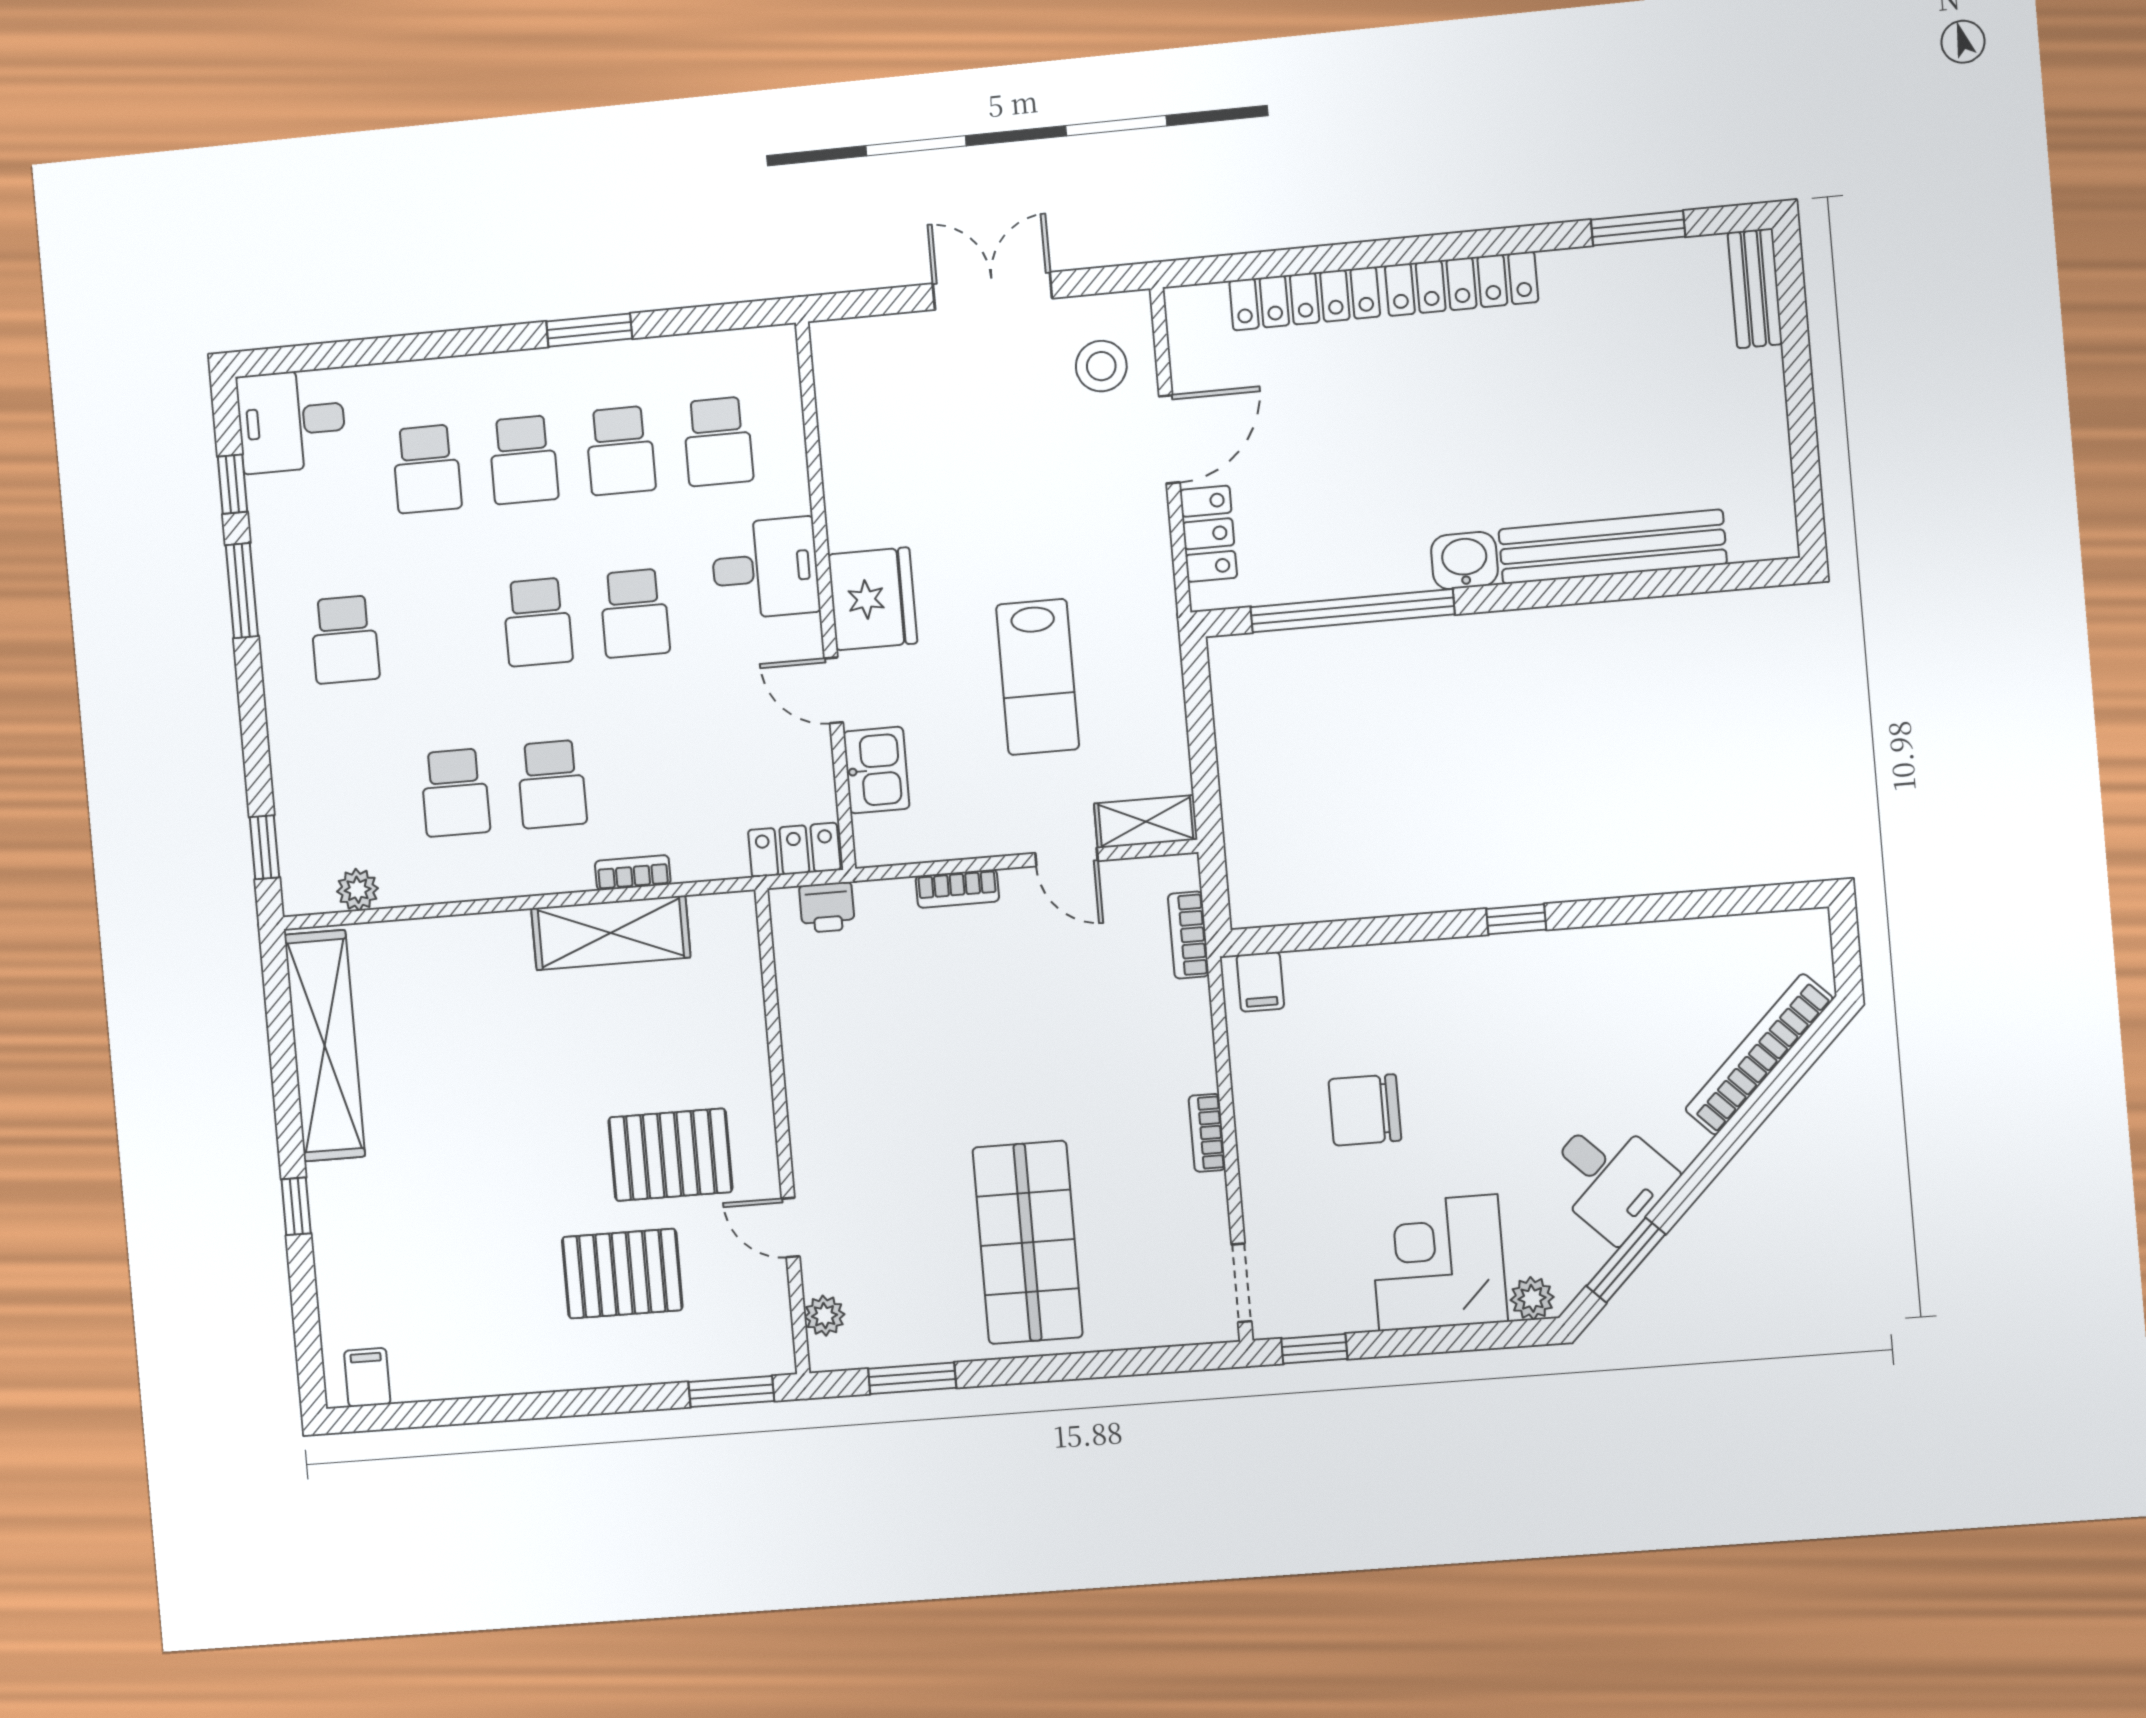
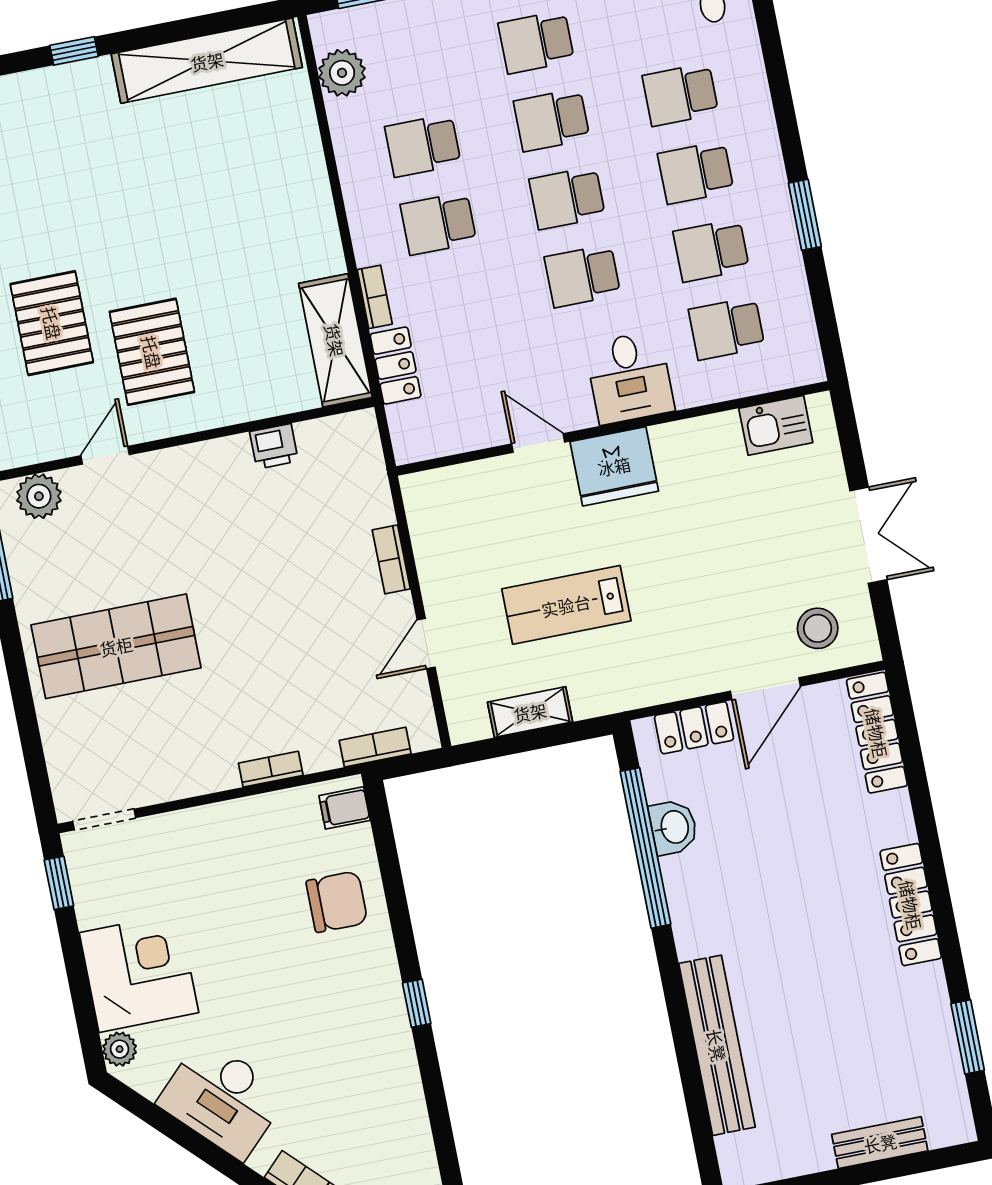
bench: (1755, 288) -> (880, 1143), moved
locker: (1305, 299) -> (877, 733), moved
door: (1169, 439) -> (765, 689), hinge flipped
washbasin: (1465, 561) -> (673, 827), moved
school desk: (441, 631) -> (552, 120), added
door: (834, 690) -> (538, 443), hinge flipped
kitchen sink: (876, 770) -> (776, 425), moved
shelving: (1146, 822) -> (530, 712), moved, turned 90
locker: (794, 850) -> (396, 365), moved
plant: (358, 890) -> (342, 73), width x1.38, depth x1.38
printer: (827, 907) -> (274, 446), moved, turned -90
shelving: (611, 933) -> (335, 340), moved
chair: (1365, 1110) -> (337, 902), moved, turned 90
bookcase: (1207, 1133) -> (271, 769), moved
desk: (1609, 1177) -> (222, 1099), width x1.37
window: (1626, 1260) -> (159, 1119), removed
plant: (824, 1316) -> (39, 496), width x1.38, depth x1.38

